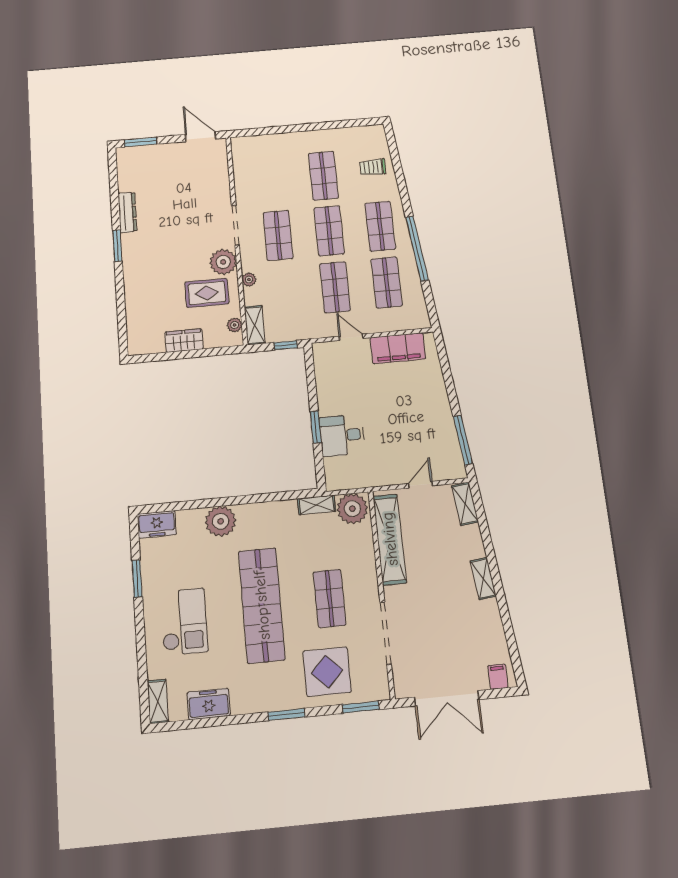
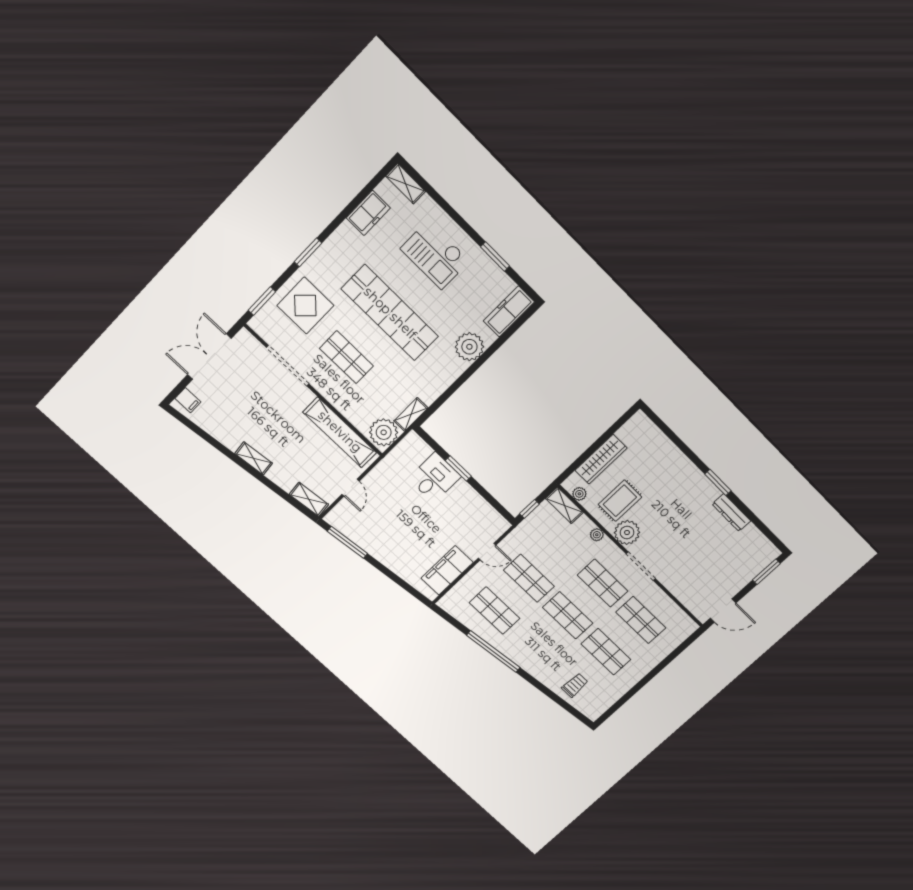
shop shelf: (380, 226) -> (641, 620), moved
wardrobe: (184, 341) -> (601, 459), width x1.50
freezer: (157, 524) -> (509, 311), width x1.40

